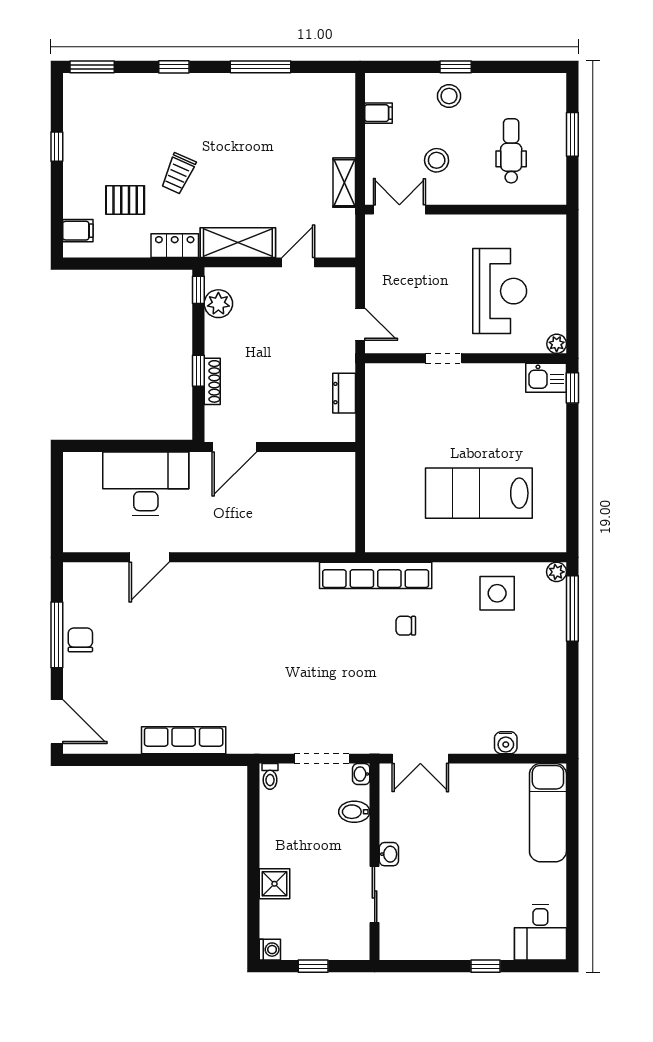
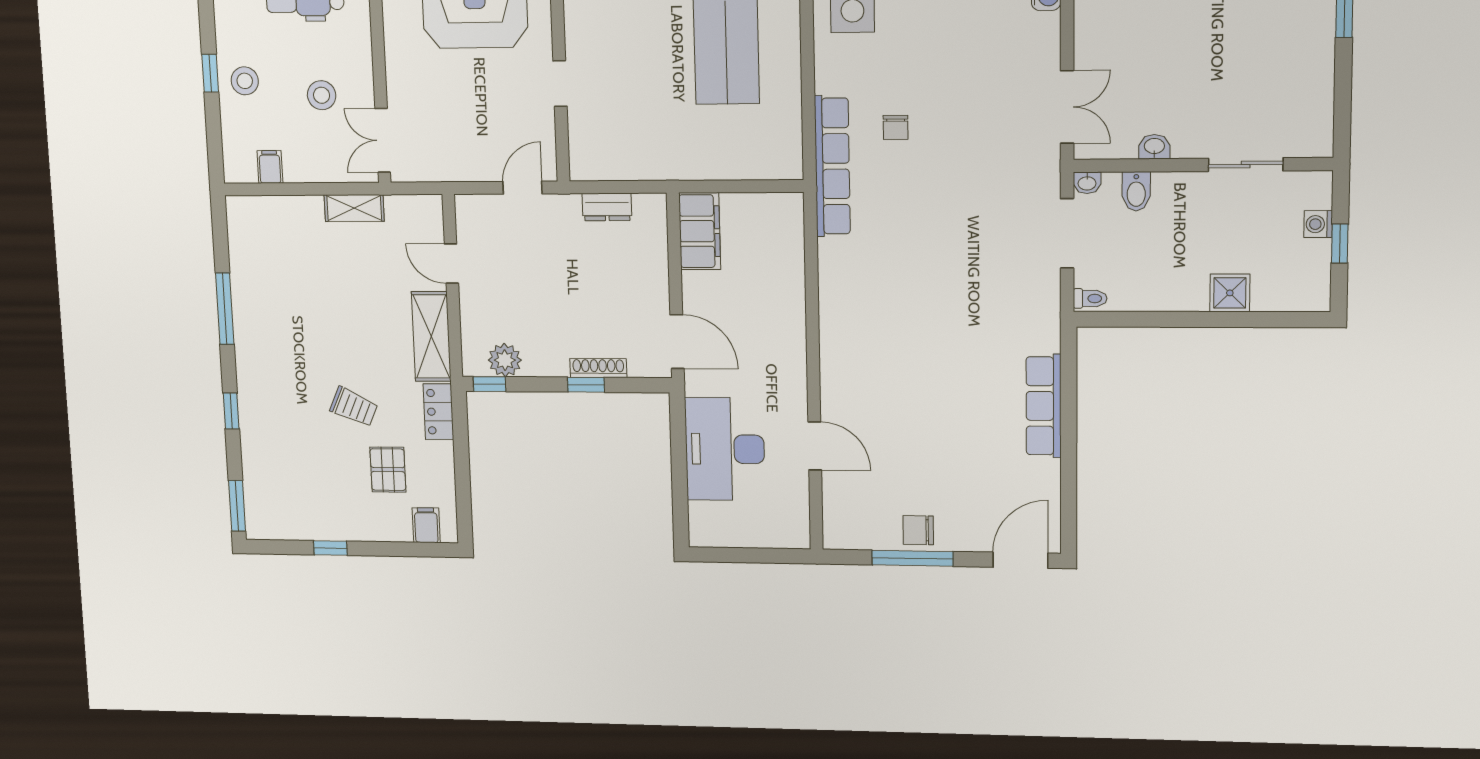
filing cabinet: (324, 468) -> (700, 231), added
washbasin: (389, 854) -> (1154, 147), moved
washing machine: (270, 950) -> (1318, 224), moved, turned -90

